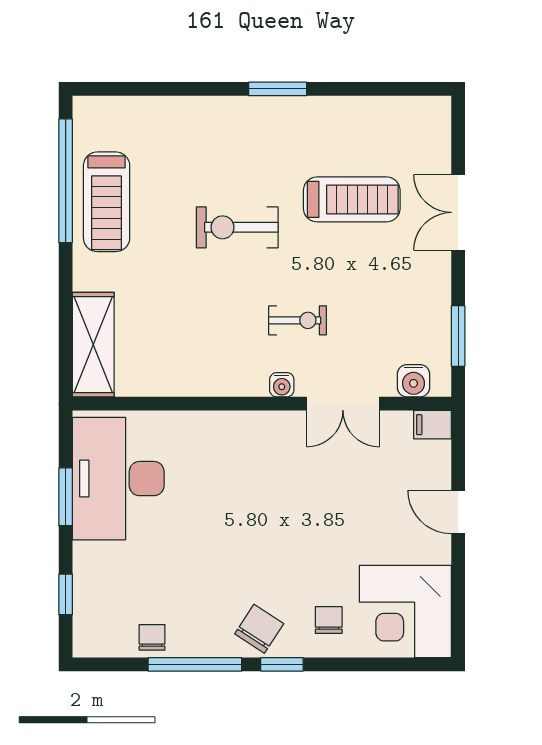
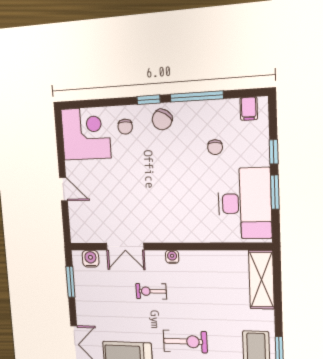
water cooler: (282, 385) -> (172, 257), moved
double door: (343, 404) -> (125, 247), swing flipped
filing cabinet: (432, 425) -> (249, 109), moved, turned 90
window: (66, 594) -> (274, 152), moved
chair: (152, 637) -> (215, 147), moved

